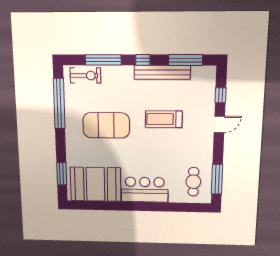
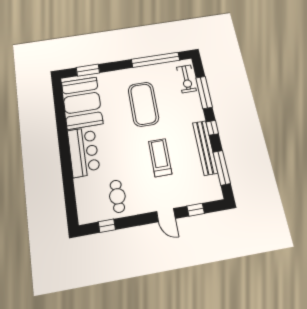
window: (217, 179) -> (107, 226), width x0.46
cafe table: (193, 182) -> (117, 196), moved, turned 90

